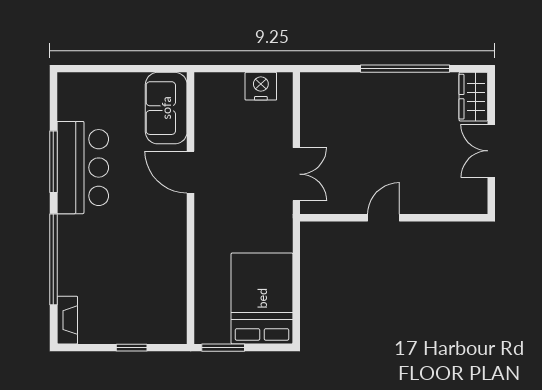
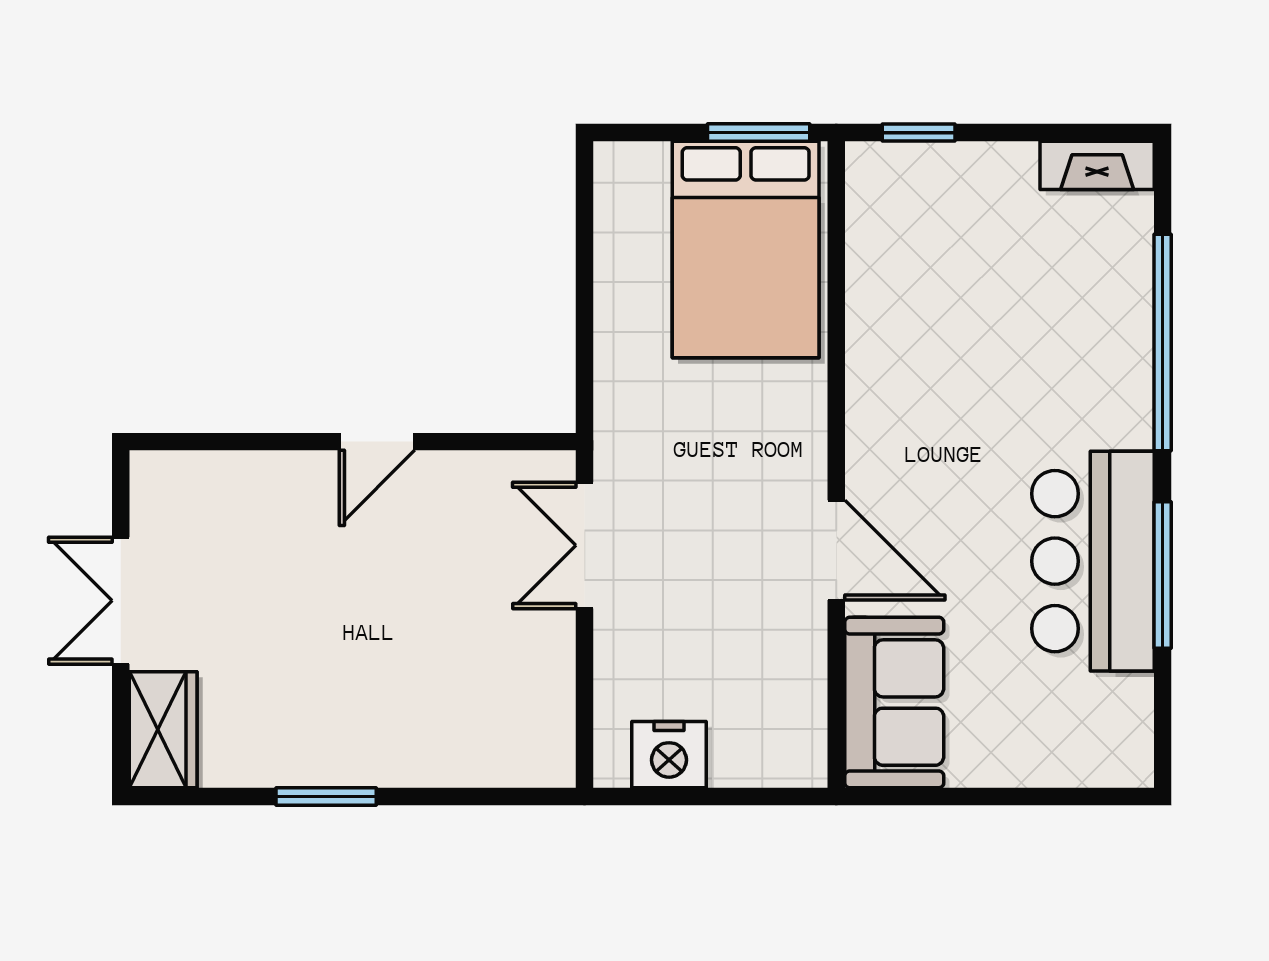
window: (405, 69) -> (326, 797), width x0.47
double door: (491, 151) -> (121, 601), swing flipped
bed: (262, 298) -> (746, 250), moved
fireplace: (67, 320) -> (1097, 165), moved, turned -90
window: (132, 348) -> (919, 133), moved

